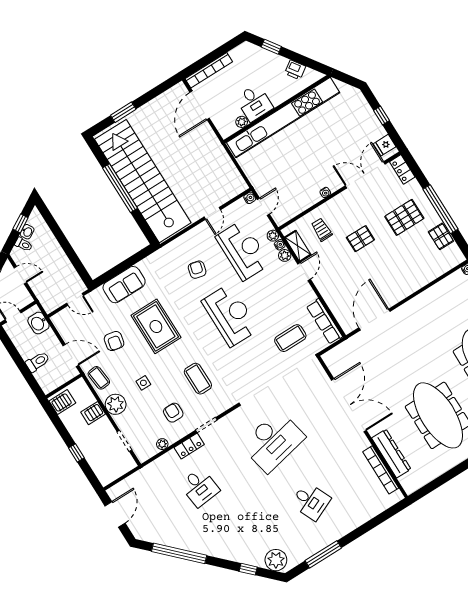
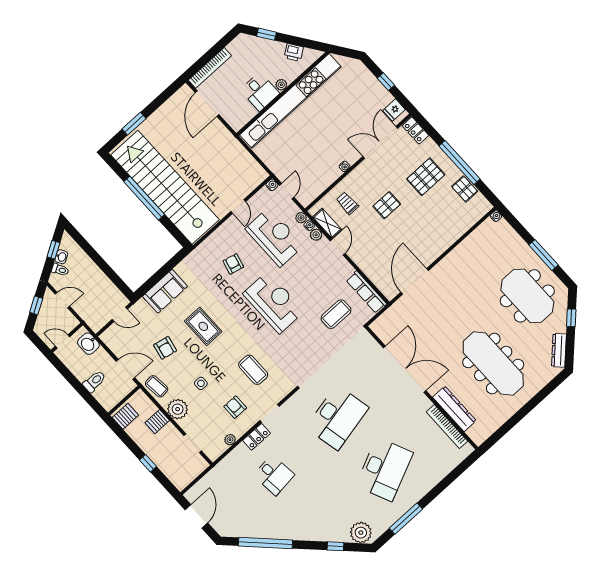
plant: (242, 122) -> (281, 85), moved
rug: (156, 326) -> (203, 326), width x0.73, depth x0.70
desk: (311, 501) -> (384, 469), width x1.87, depth x1.30

